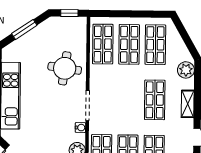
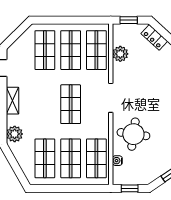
shop shelf: (155, 100) -> (71, 104), moved
water cooler: (80, 128) -> (117, 161), moved

